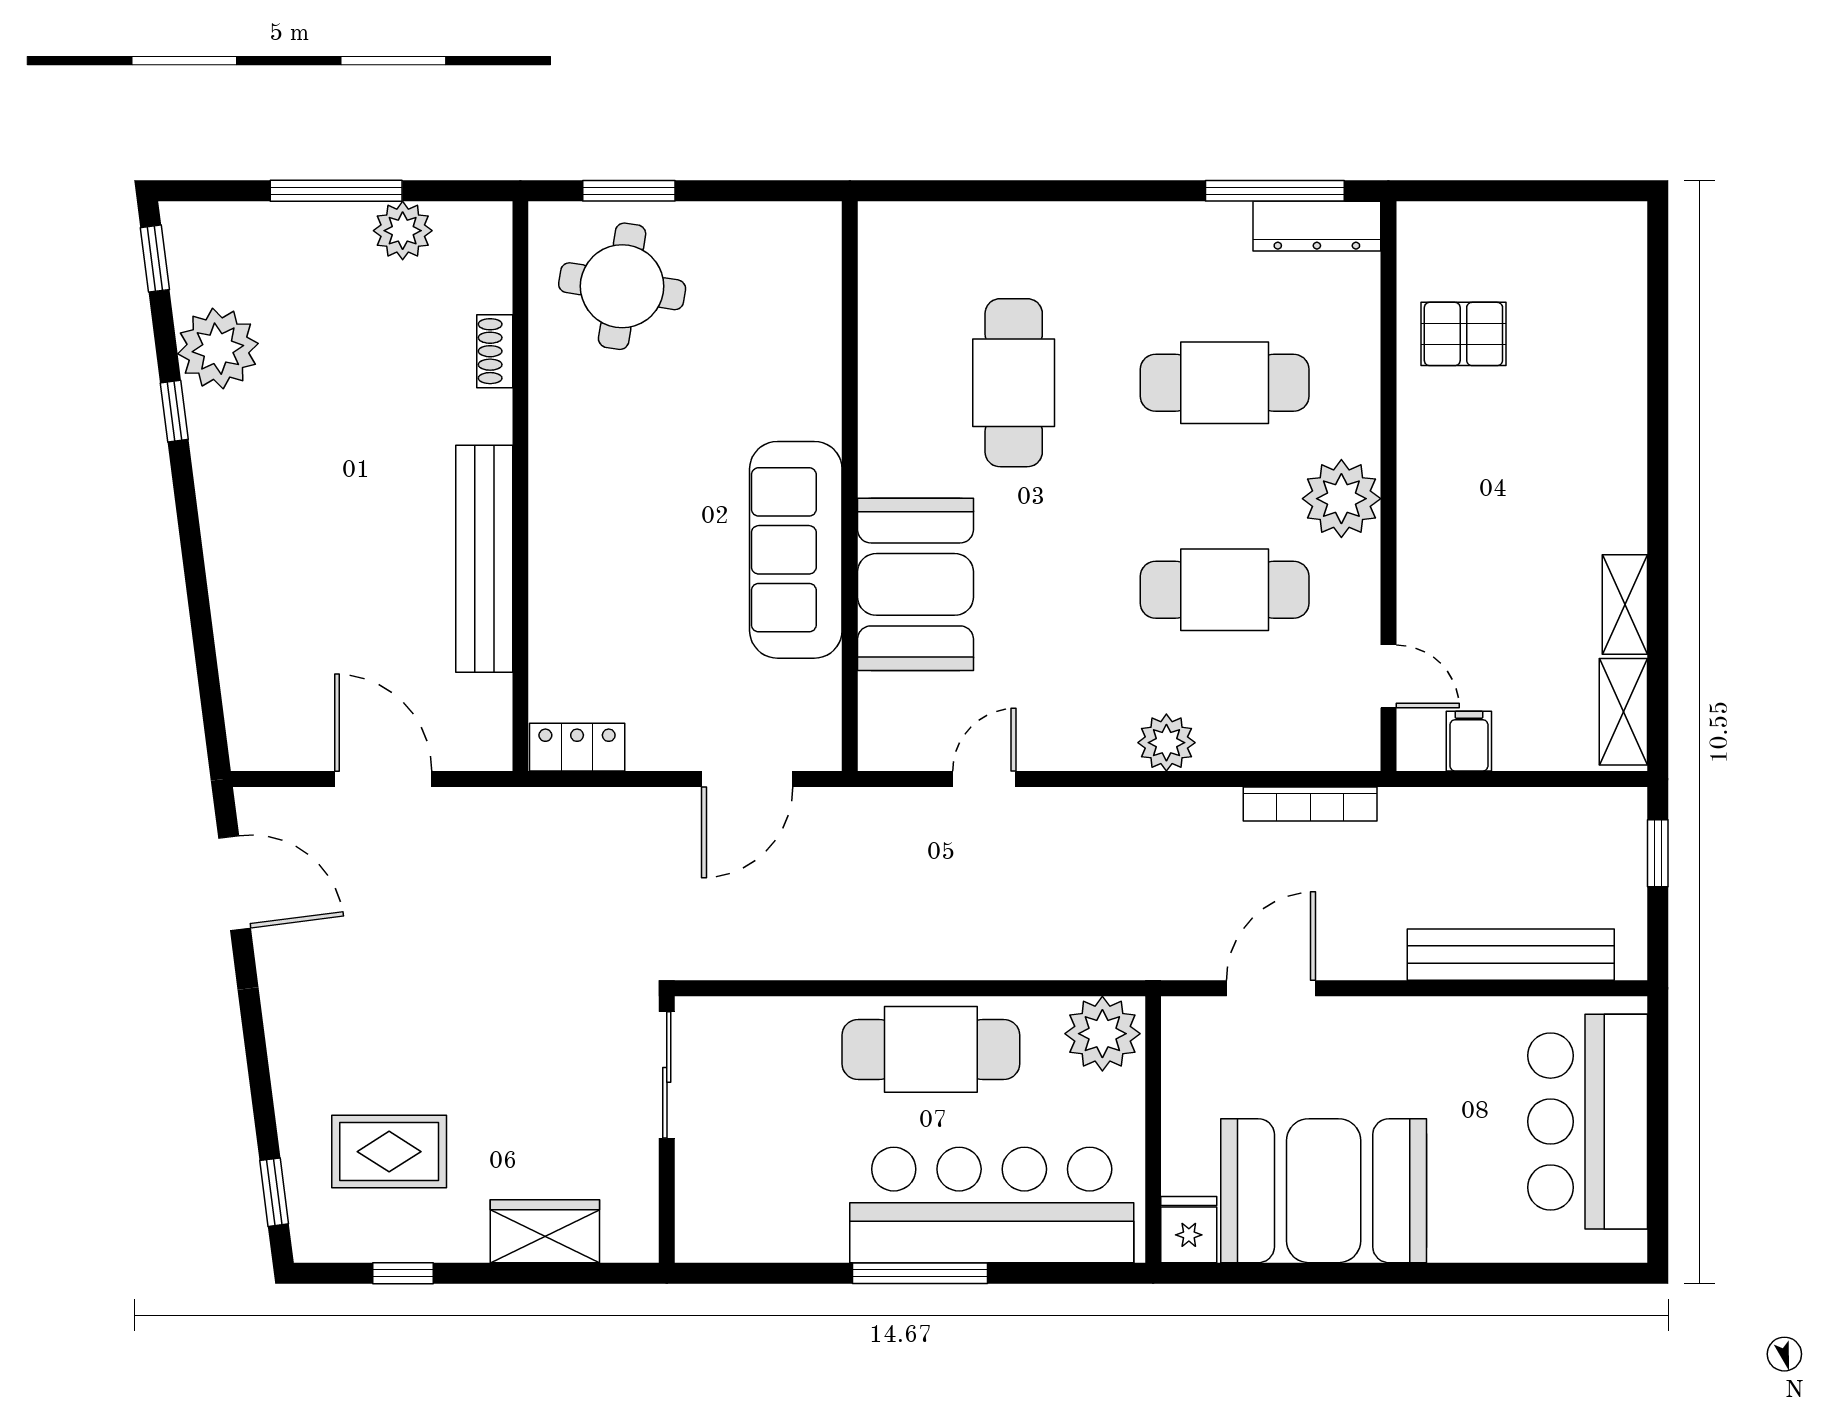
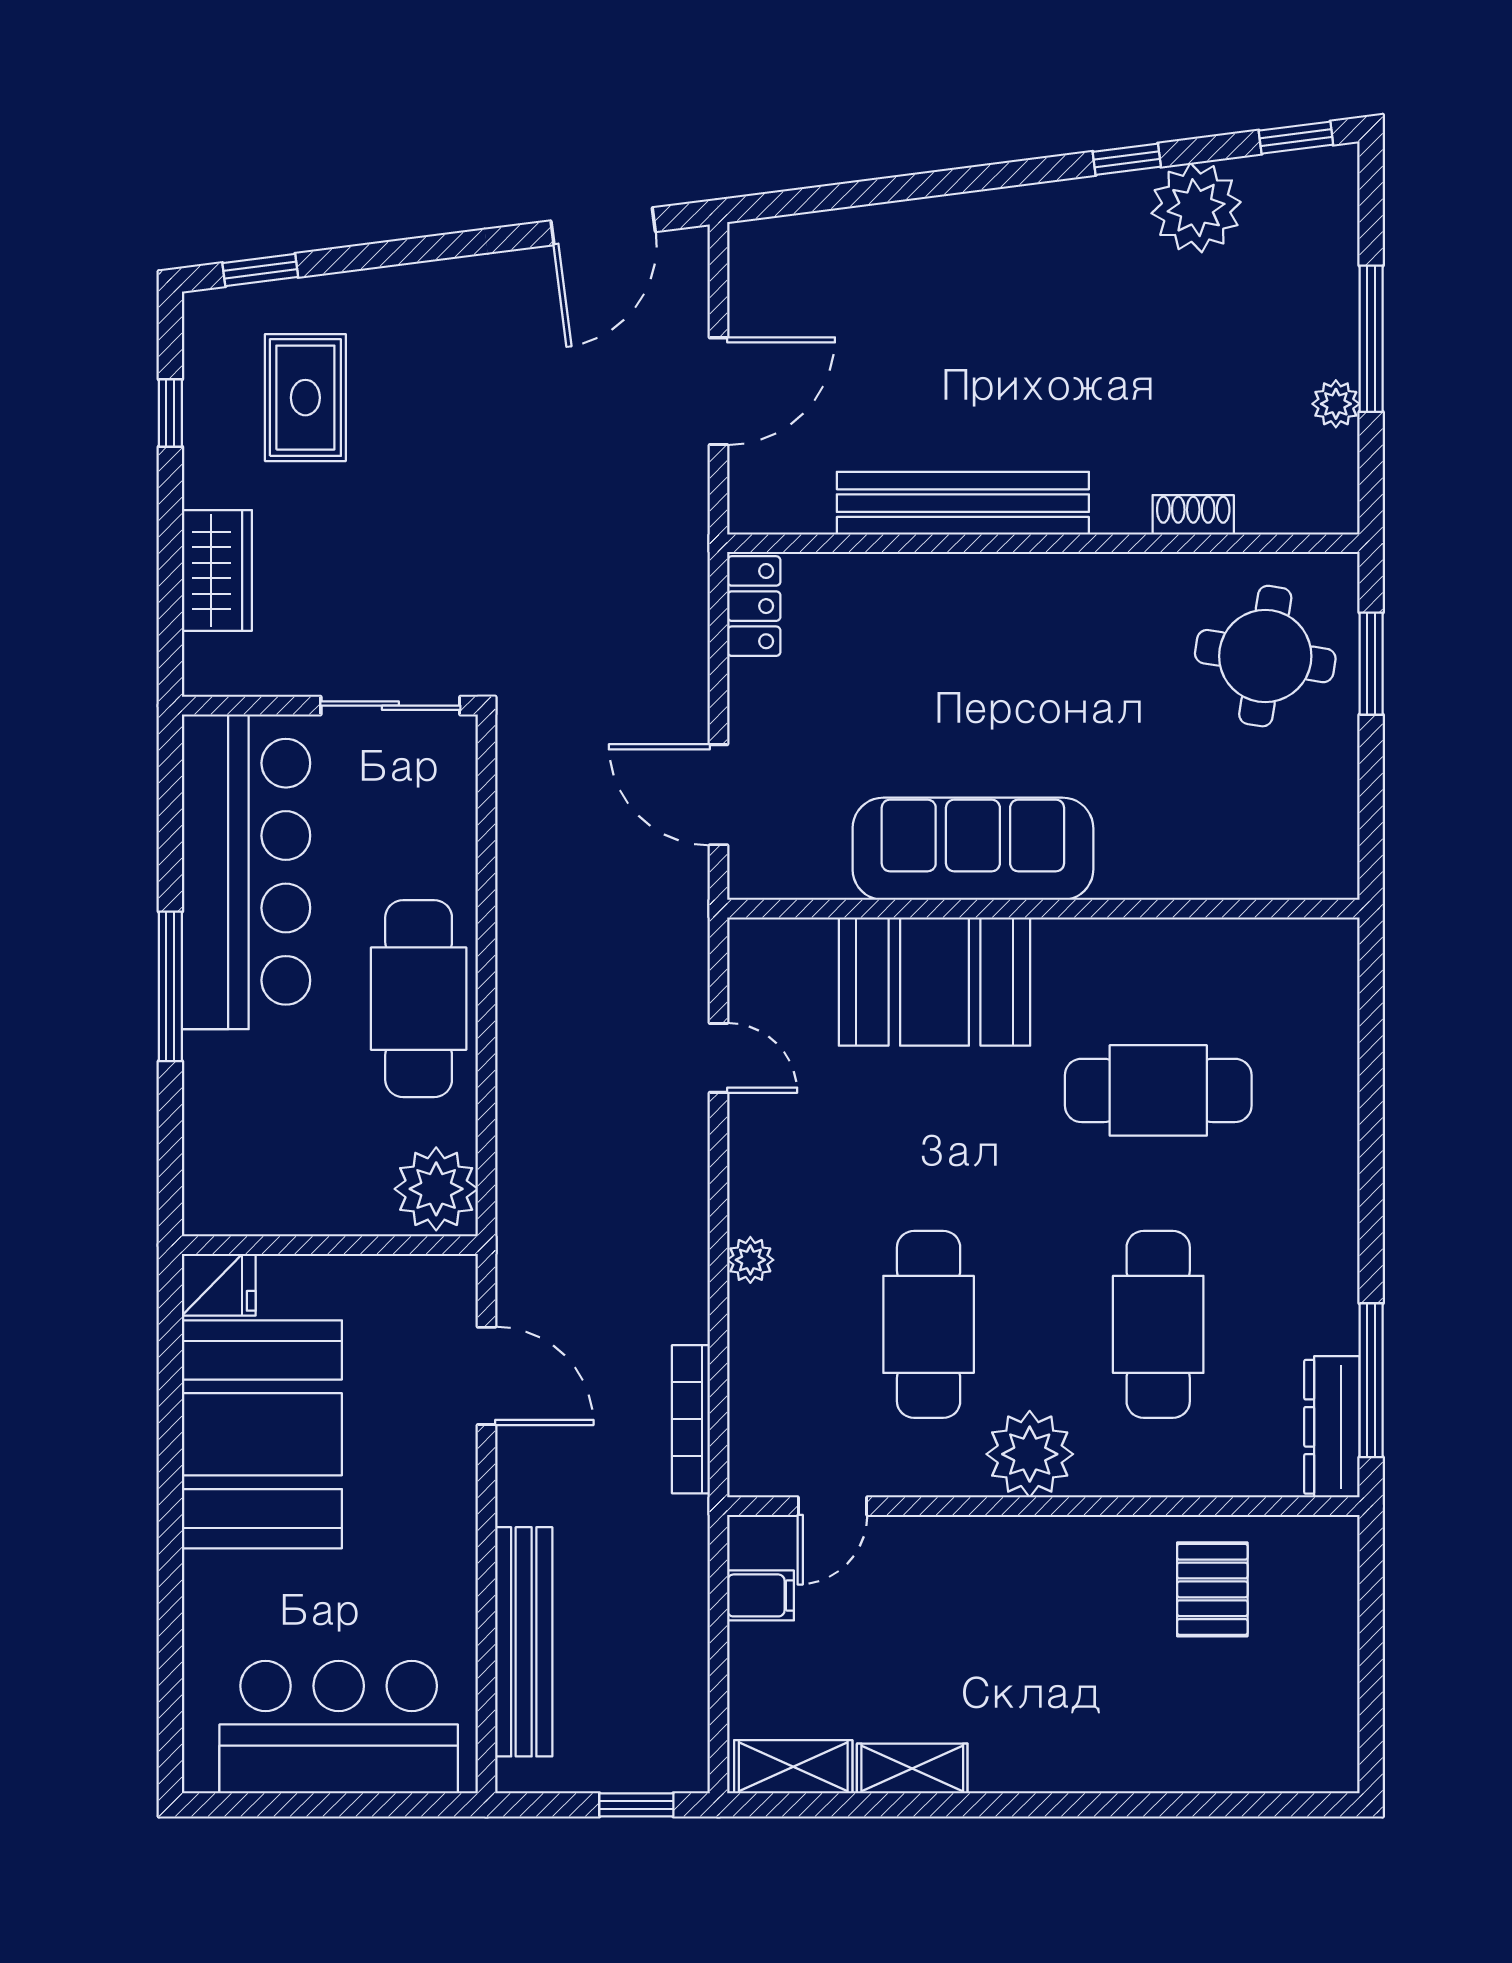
plant: (403, 231) -> (1336, 404), width x0.73, depth x0.73
plant: (1166, 743) -> (750, 1260), width x0.73, depth x0.73
bar counter: (992, 1205) -> (246, 872), moved

